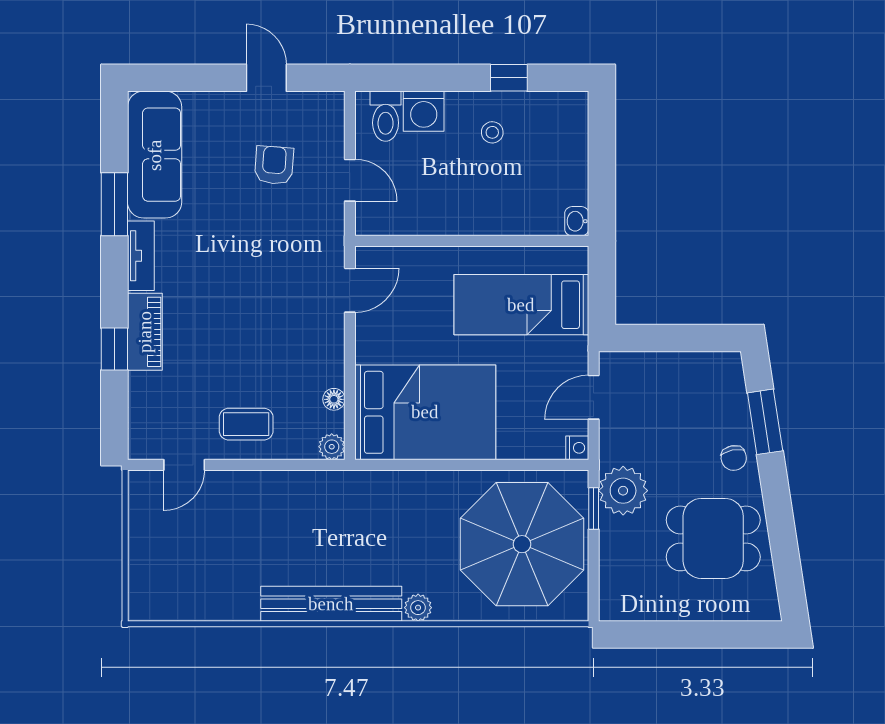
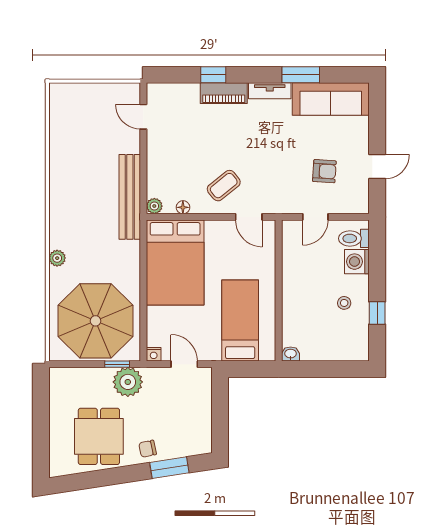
coffee table: (246, 424) -> (224, 186), moved, turned 51
bench: (331, 604) -> (130, 197), moved

